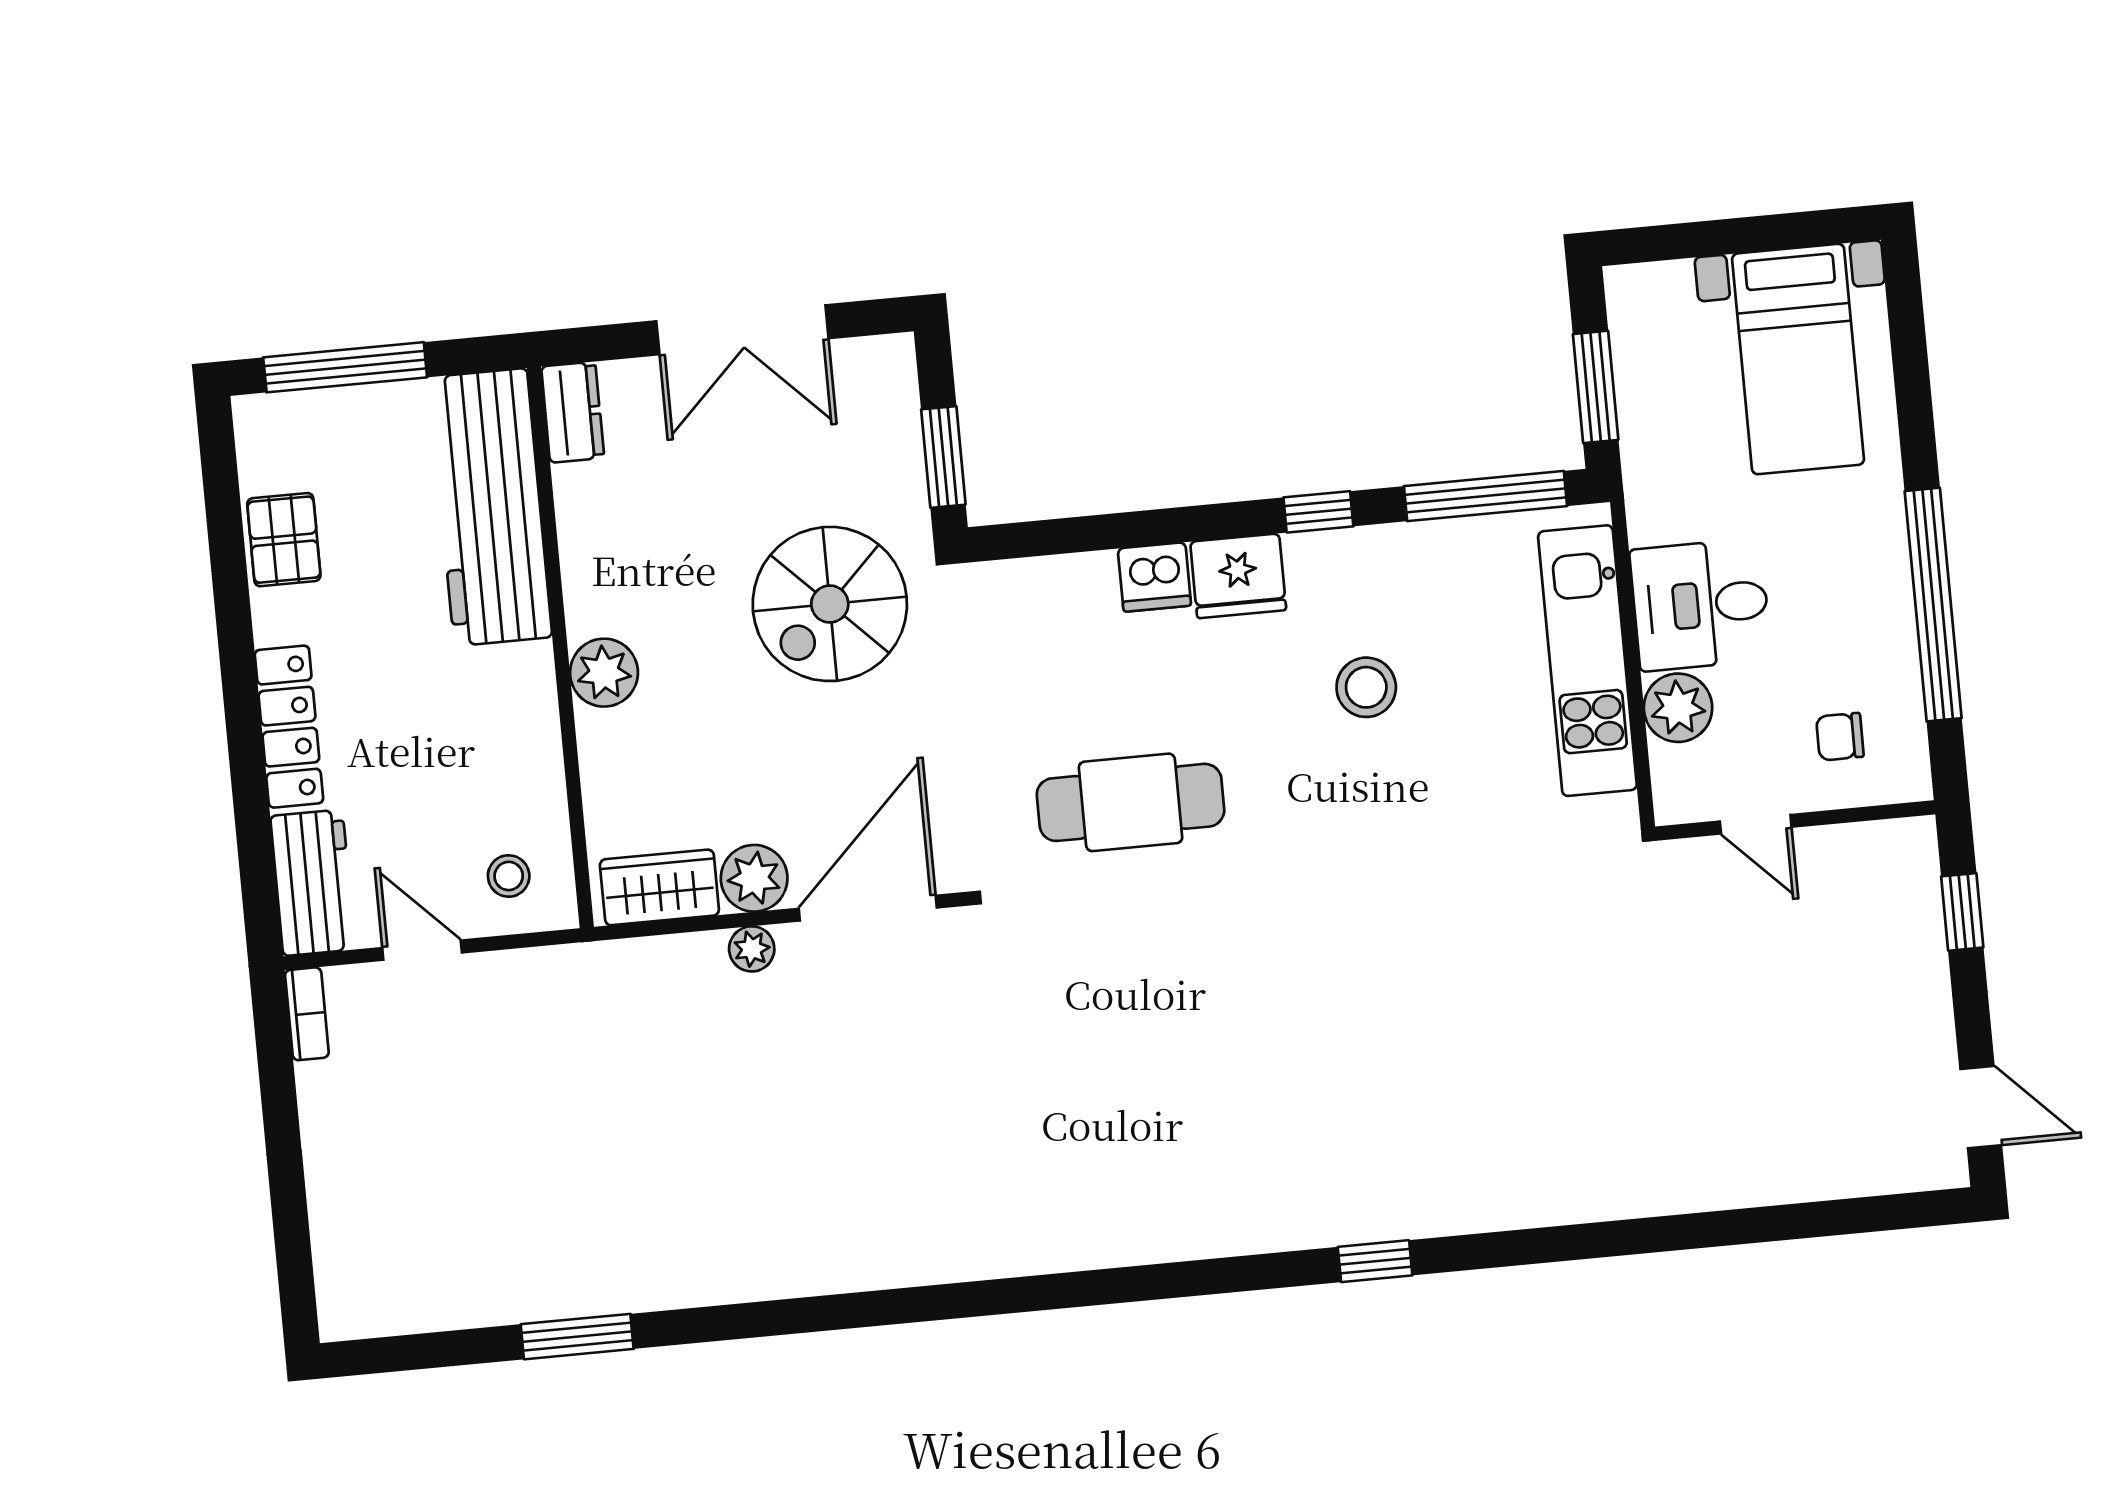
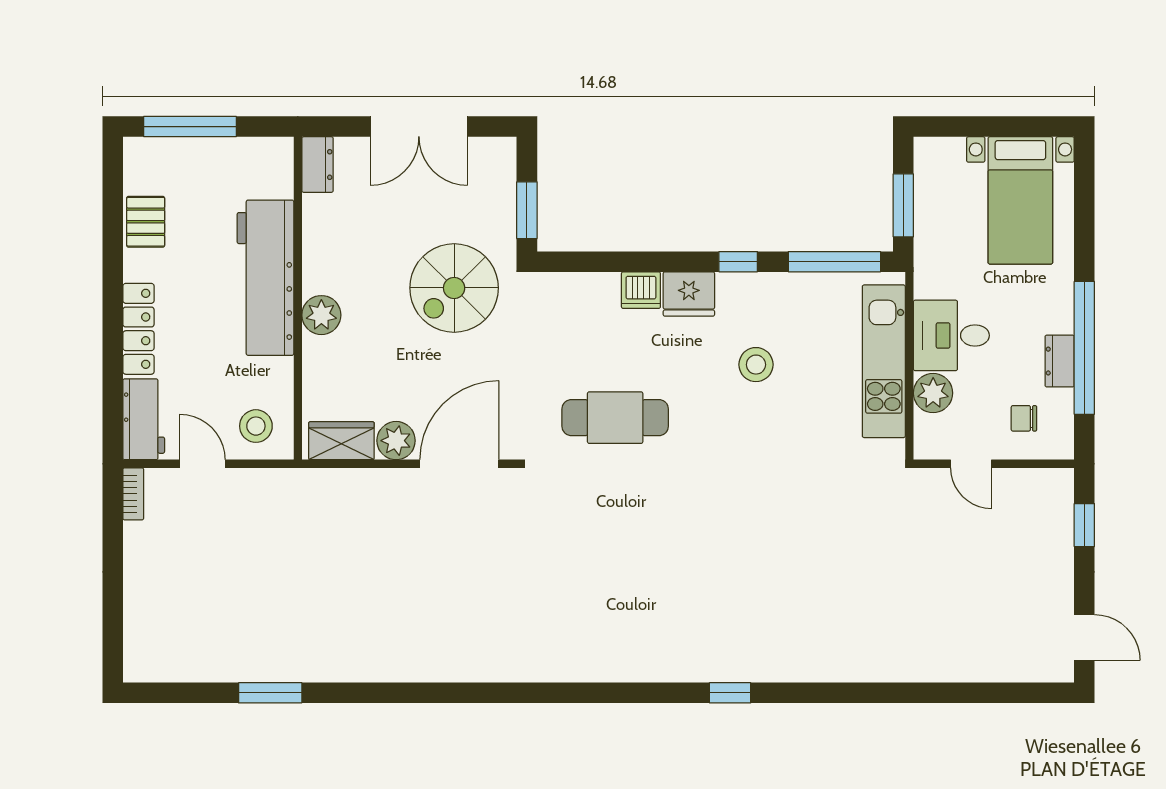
workbench: (491, 507) -> (265, 278), moved
dresser: (1892, 631) -> (1060, 361), added
stool: (509, 876) -> (256, 426), width x1.37, depth x1.37
plant: (752, 949) -> (391, 481), removed

